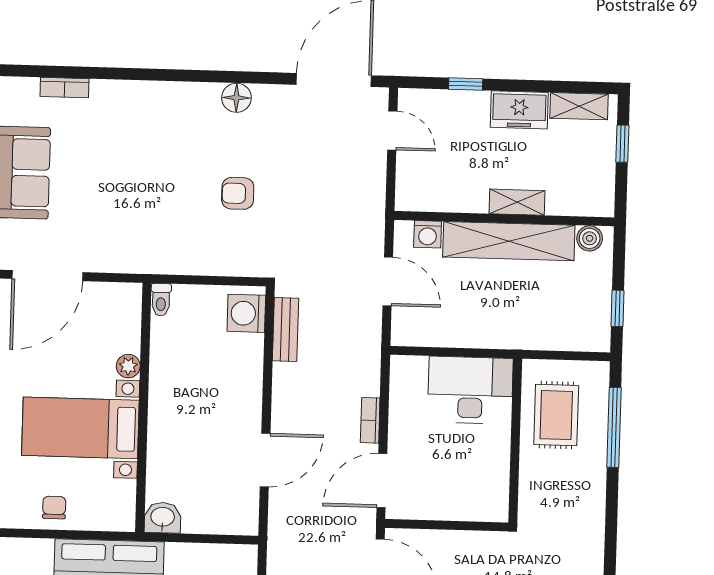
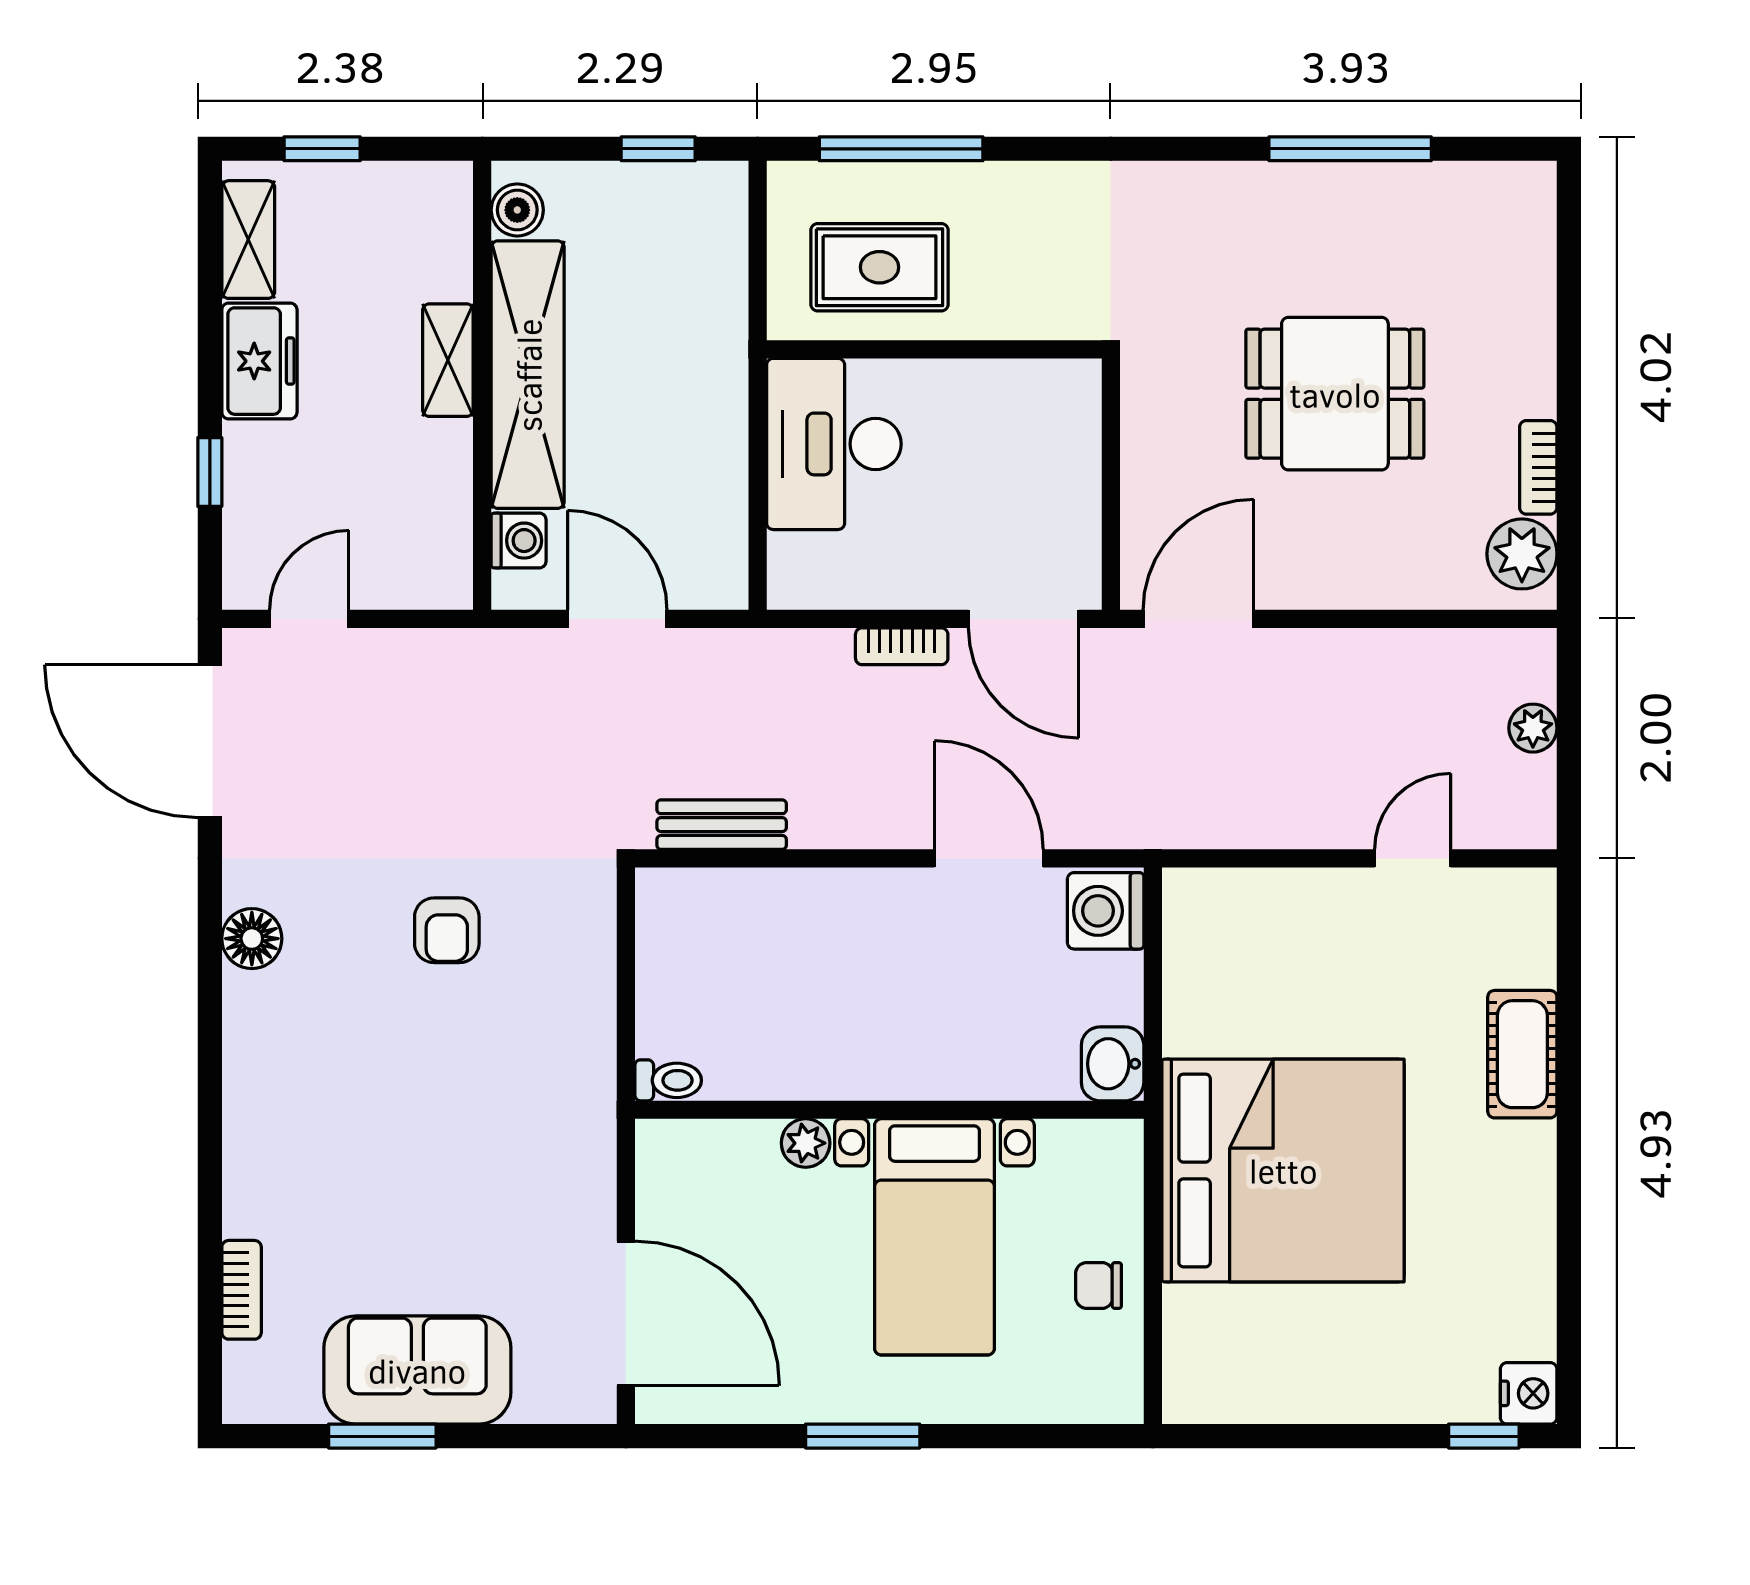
door: (388, 281) -> (617, 619), hinge flipped
washing machine: (246, 313) -> (1106, 911), moved, turned 90

